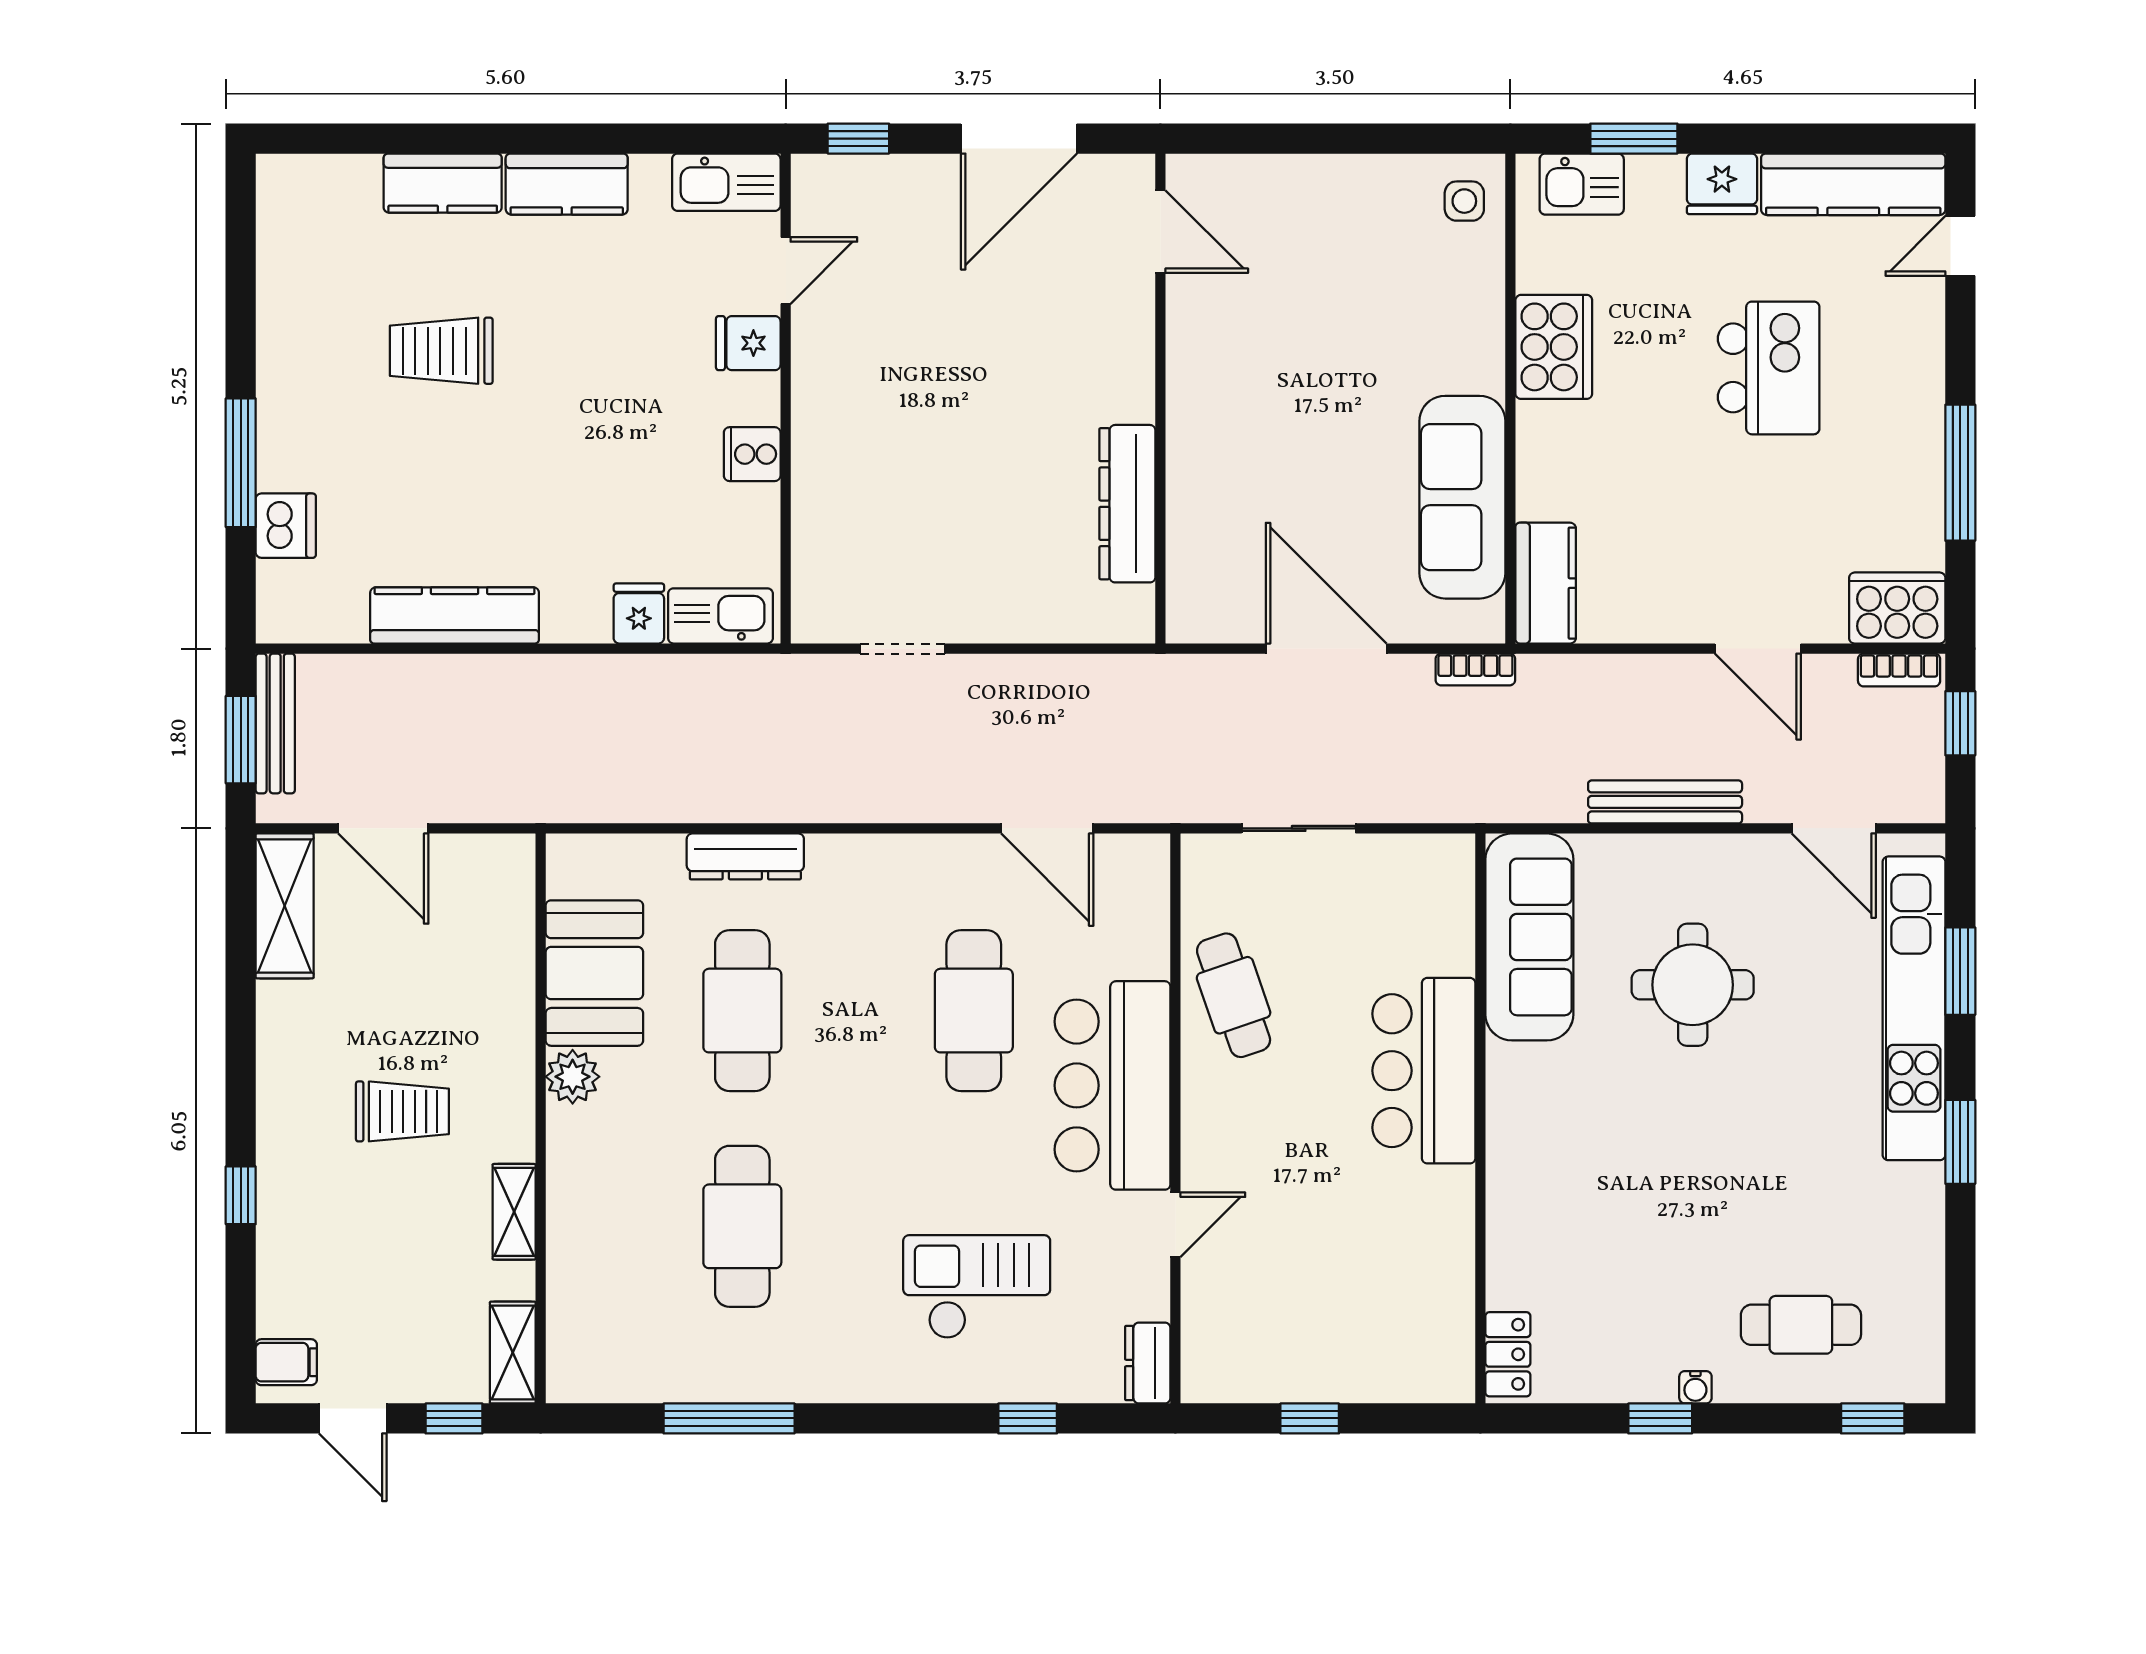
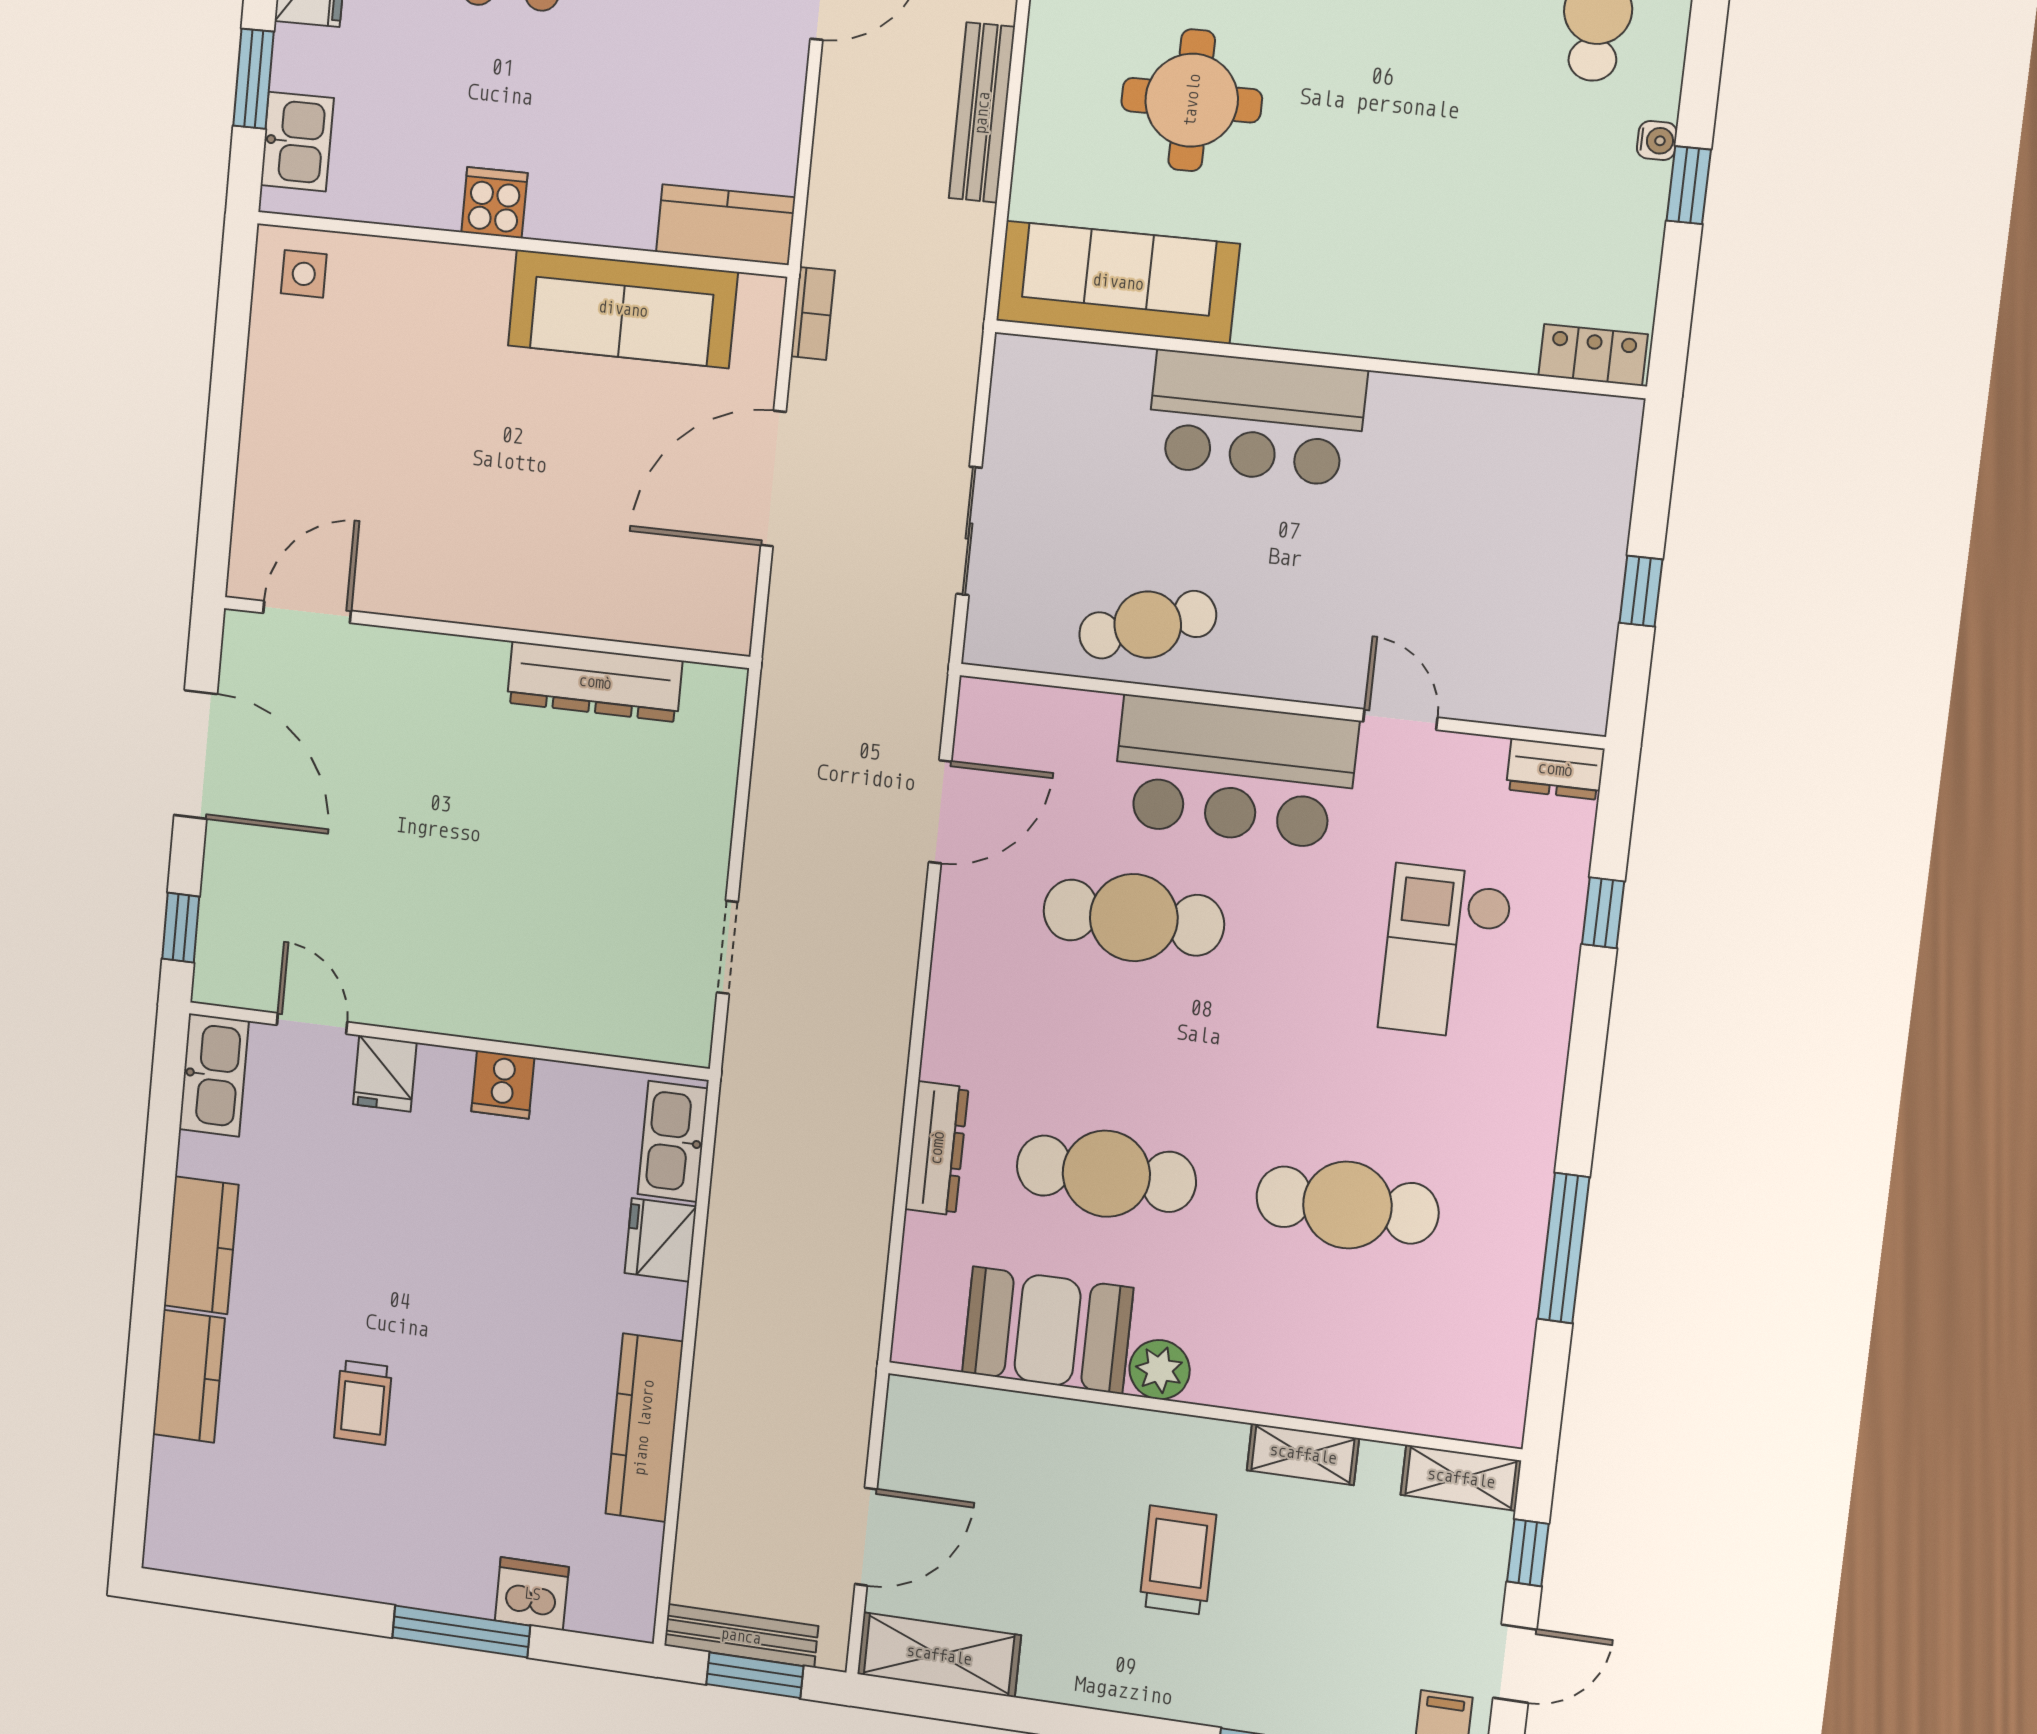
cooker: (1554, 347) -> (494, 203), width x0.53, depth x0.76
trolley: (441, 351) -> (363, 1402), width x0.73, depth x0.72
fridge: (639, 613) -> (661, 1240), width x1.38

